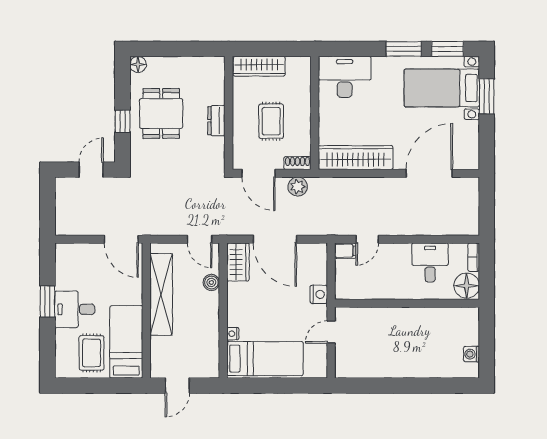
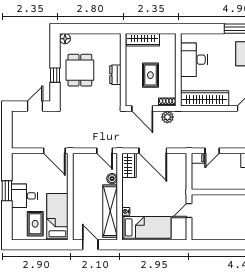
desk: (345, 77) -> (194, 60), moved, turned -90
shelving: (161, 294) -> (110, 211), moved
nightstand: (319, 294) -> (181, 186), removed
door: (177, 386) -> (90, 245), swing flipped

